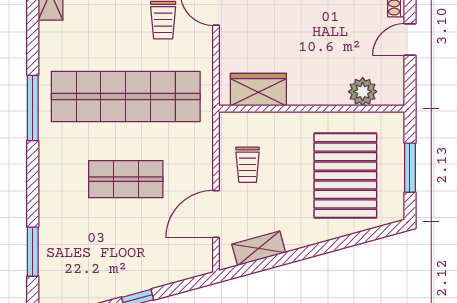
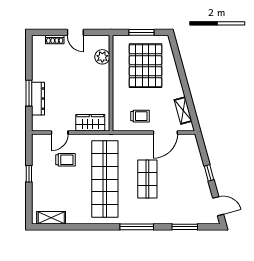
wardrobe: (258, 90) -> (90, 123), moved, turned 90
window: (33, 108) -> (137, 227), moved
pallet: (345, 176) -> (146, 66), turned 90
door: (216, 214) -> (165, 132), hinge flipped

